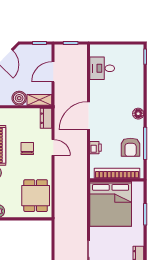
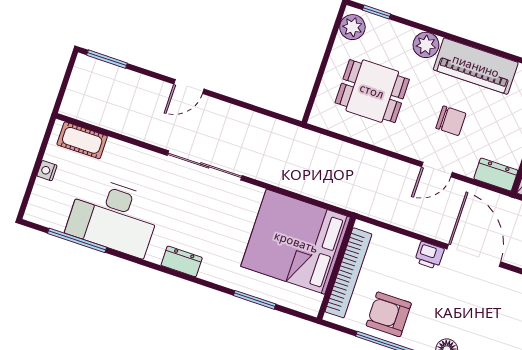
printer: (96, 148) -> (429, 255), moved
dining table: (36, 196) -> (372, 91), moved

